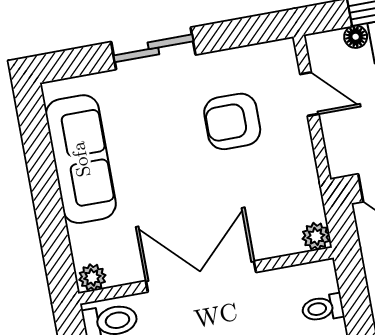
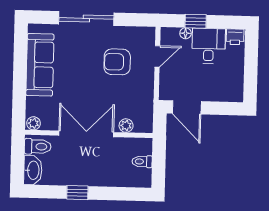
sliding door: (153, 48) -> (86, 18), width x1.37
door: (309, 94) -> (157, 56), hinge flipped
plant: (316, 236) -> (126, 126), moved

